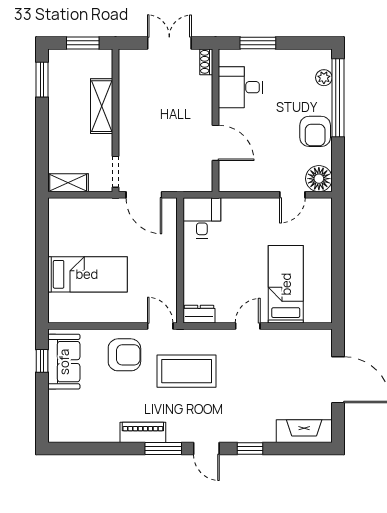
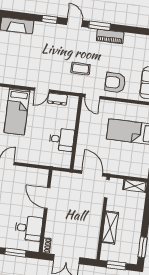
desk: (202, 218) -> (62, 139), moved, turned -90
dresser: (199, 314) -> (58, 99), moved
coffee table: (187, 371) -> (80, 69), width x0.54, depth x0.58

